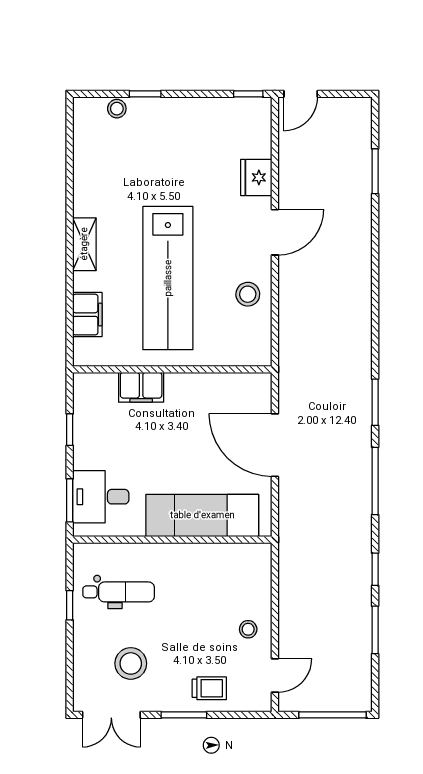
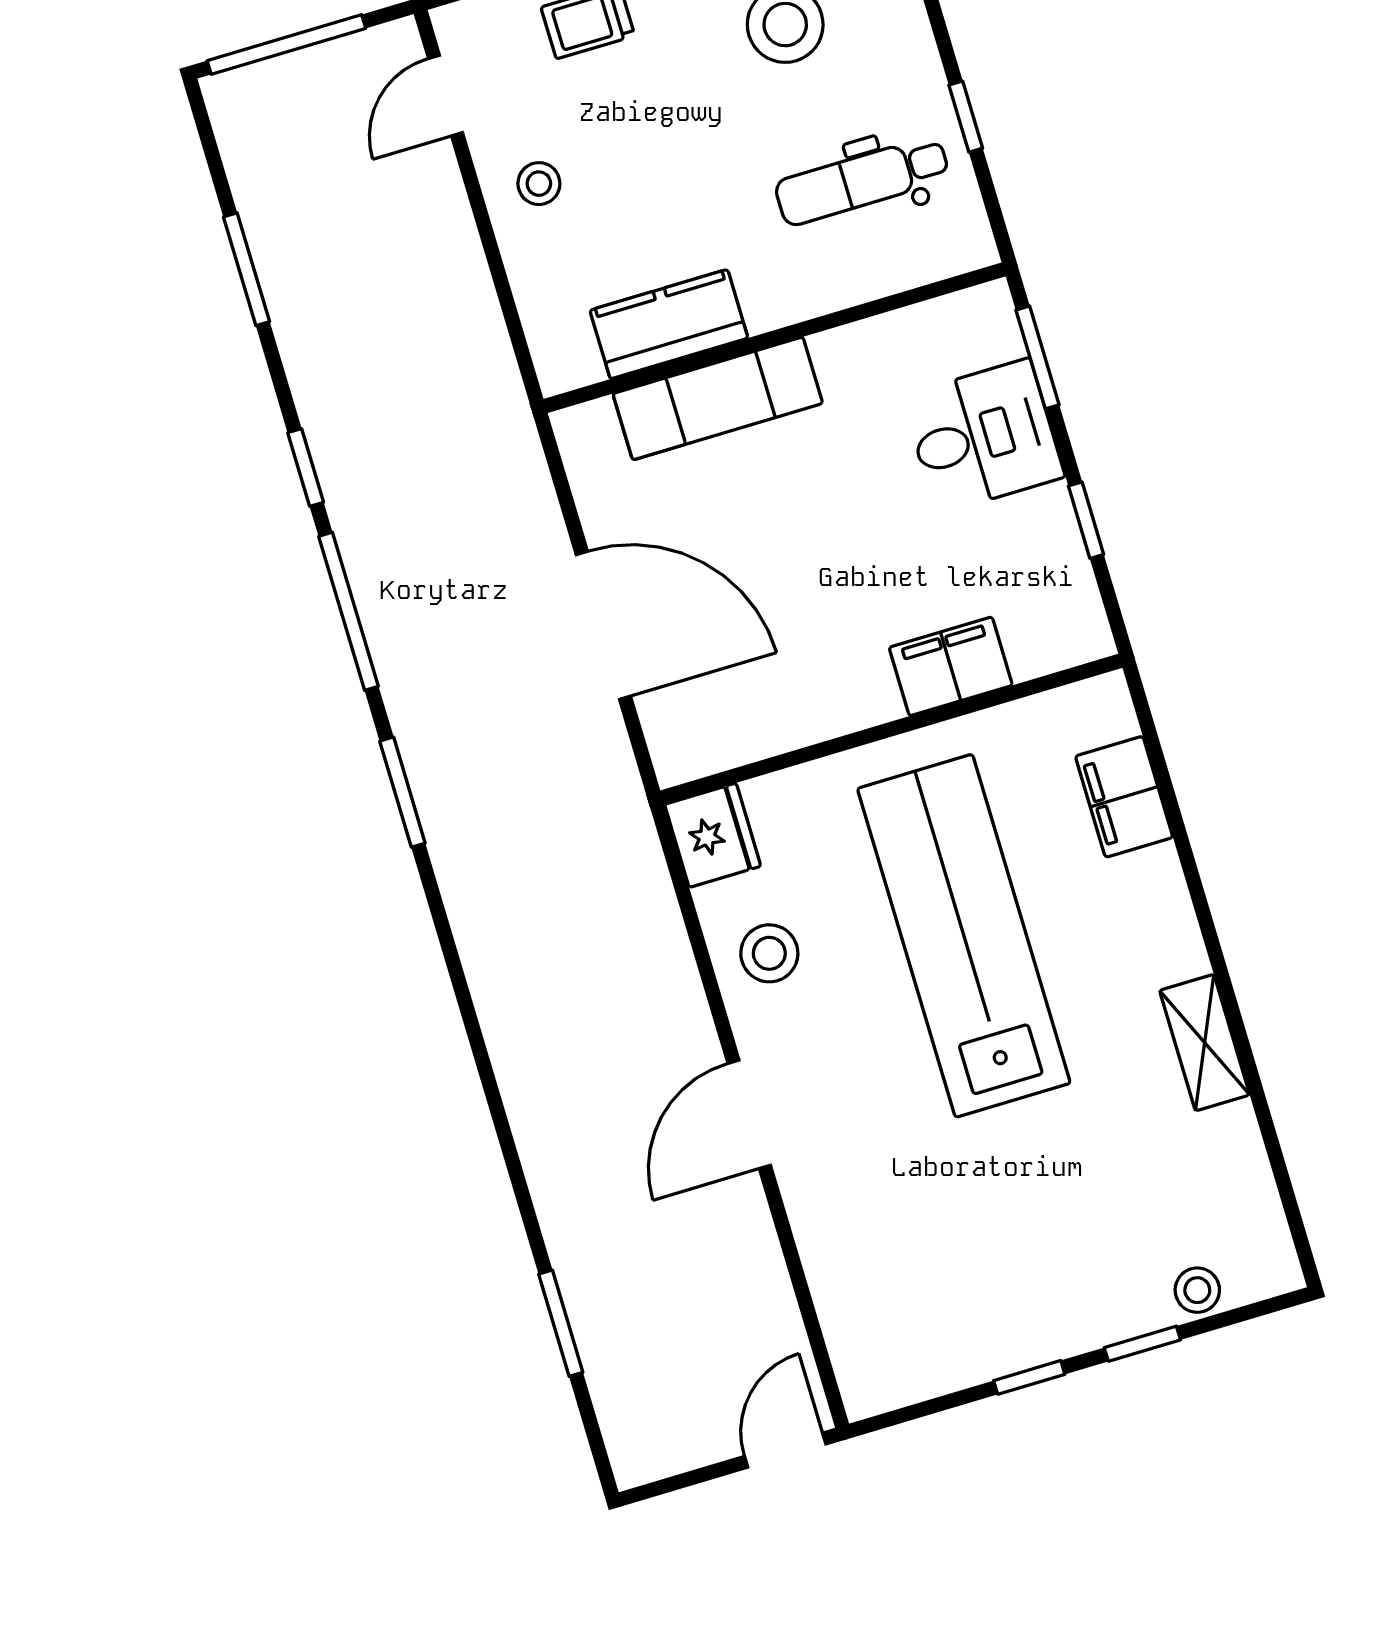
window: (248, 94) -> (1029, 1377), moved
fridge: (256, 177) -> (713, 835), moved
shelving: (84, 244) -> (1205, 1043), moved
desk: (101, 497) -> (983, 436), moved
exam couch: (202, 515) -> (718, 398), width x0.73, depth x0.69
kitchen counter: (213, 558) -> (669, 324), added
window: (375, 569) -> (306, 467), moved

